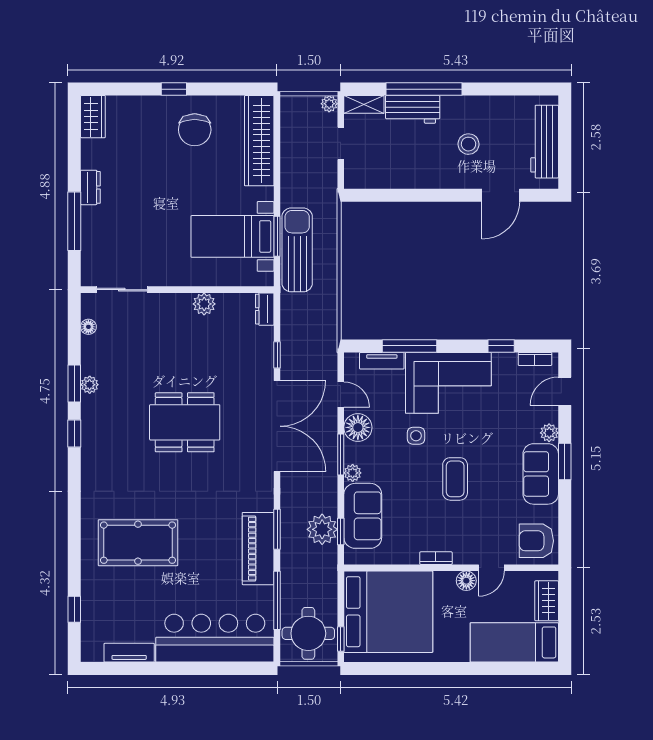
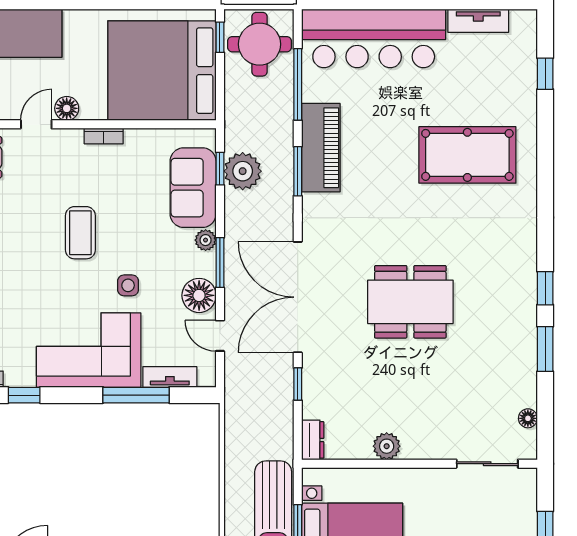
plant: (90, 385) -> (527, 348), removed

